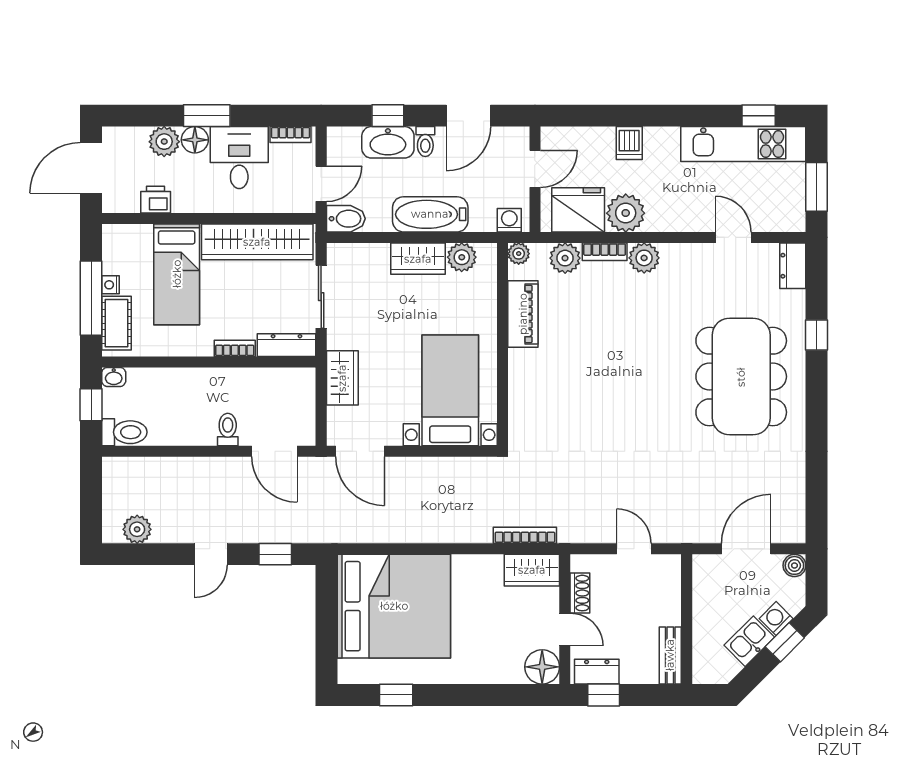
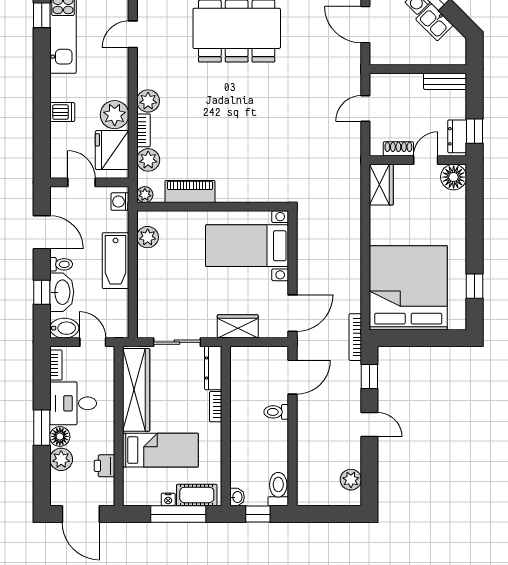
bidet: (346, 219) -> (64, 328), moved, turned 90
wardrobe: (418, 259) -> (149, 270), removed
bookcase: (525, 535) -> (355, 337), moved

